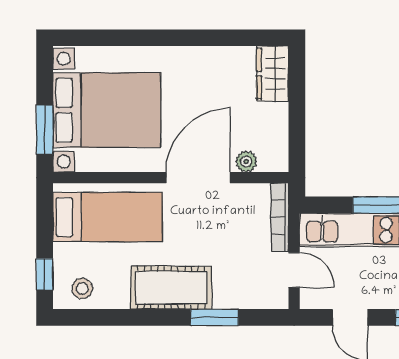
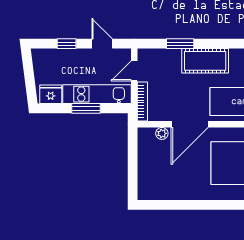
wardrobe: (273, 74) -> (147, 184), removed
door: (294, 270) -> (134, 71), hinge flipped

